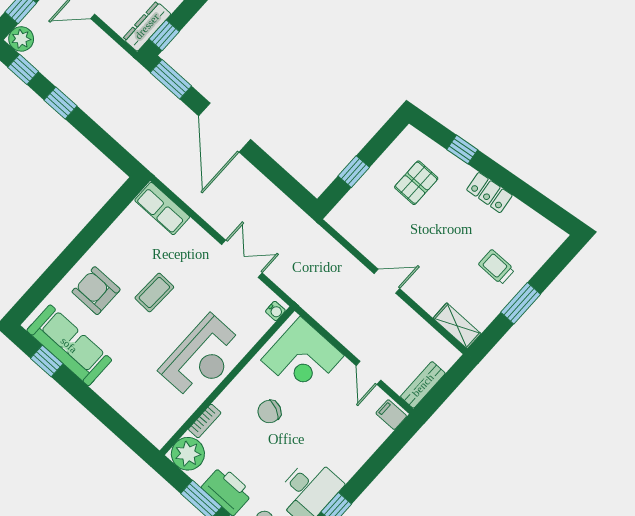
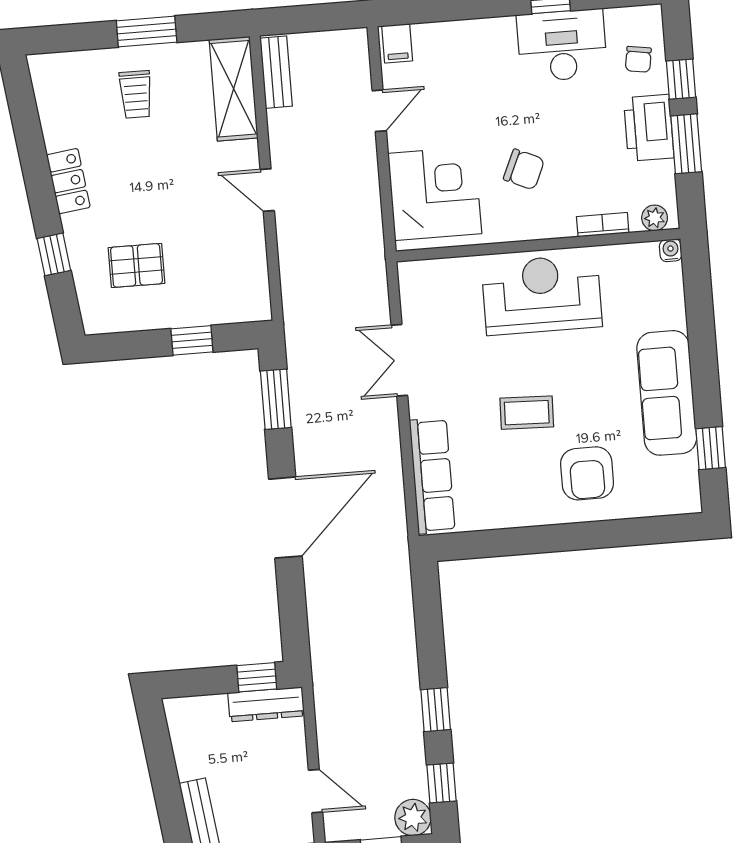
window: (171, 79) -> (276, 399), moved
row of seats: (162, 209) -> (432, 476), width x1.48
water cooler: (275, 311) -> (671, 250), moved
shelving: (457, 326) -> (234, 89), width x1.50, depth x1.33
sofa: (69, 345) -> (667, 393), moved
bench: (423, 385) -> (276, 72), moved, turned 90
plant: (188, 454) -> (655, 218), width x0.53, depth x0.53

